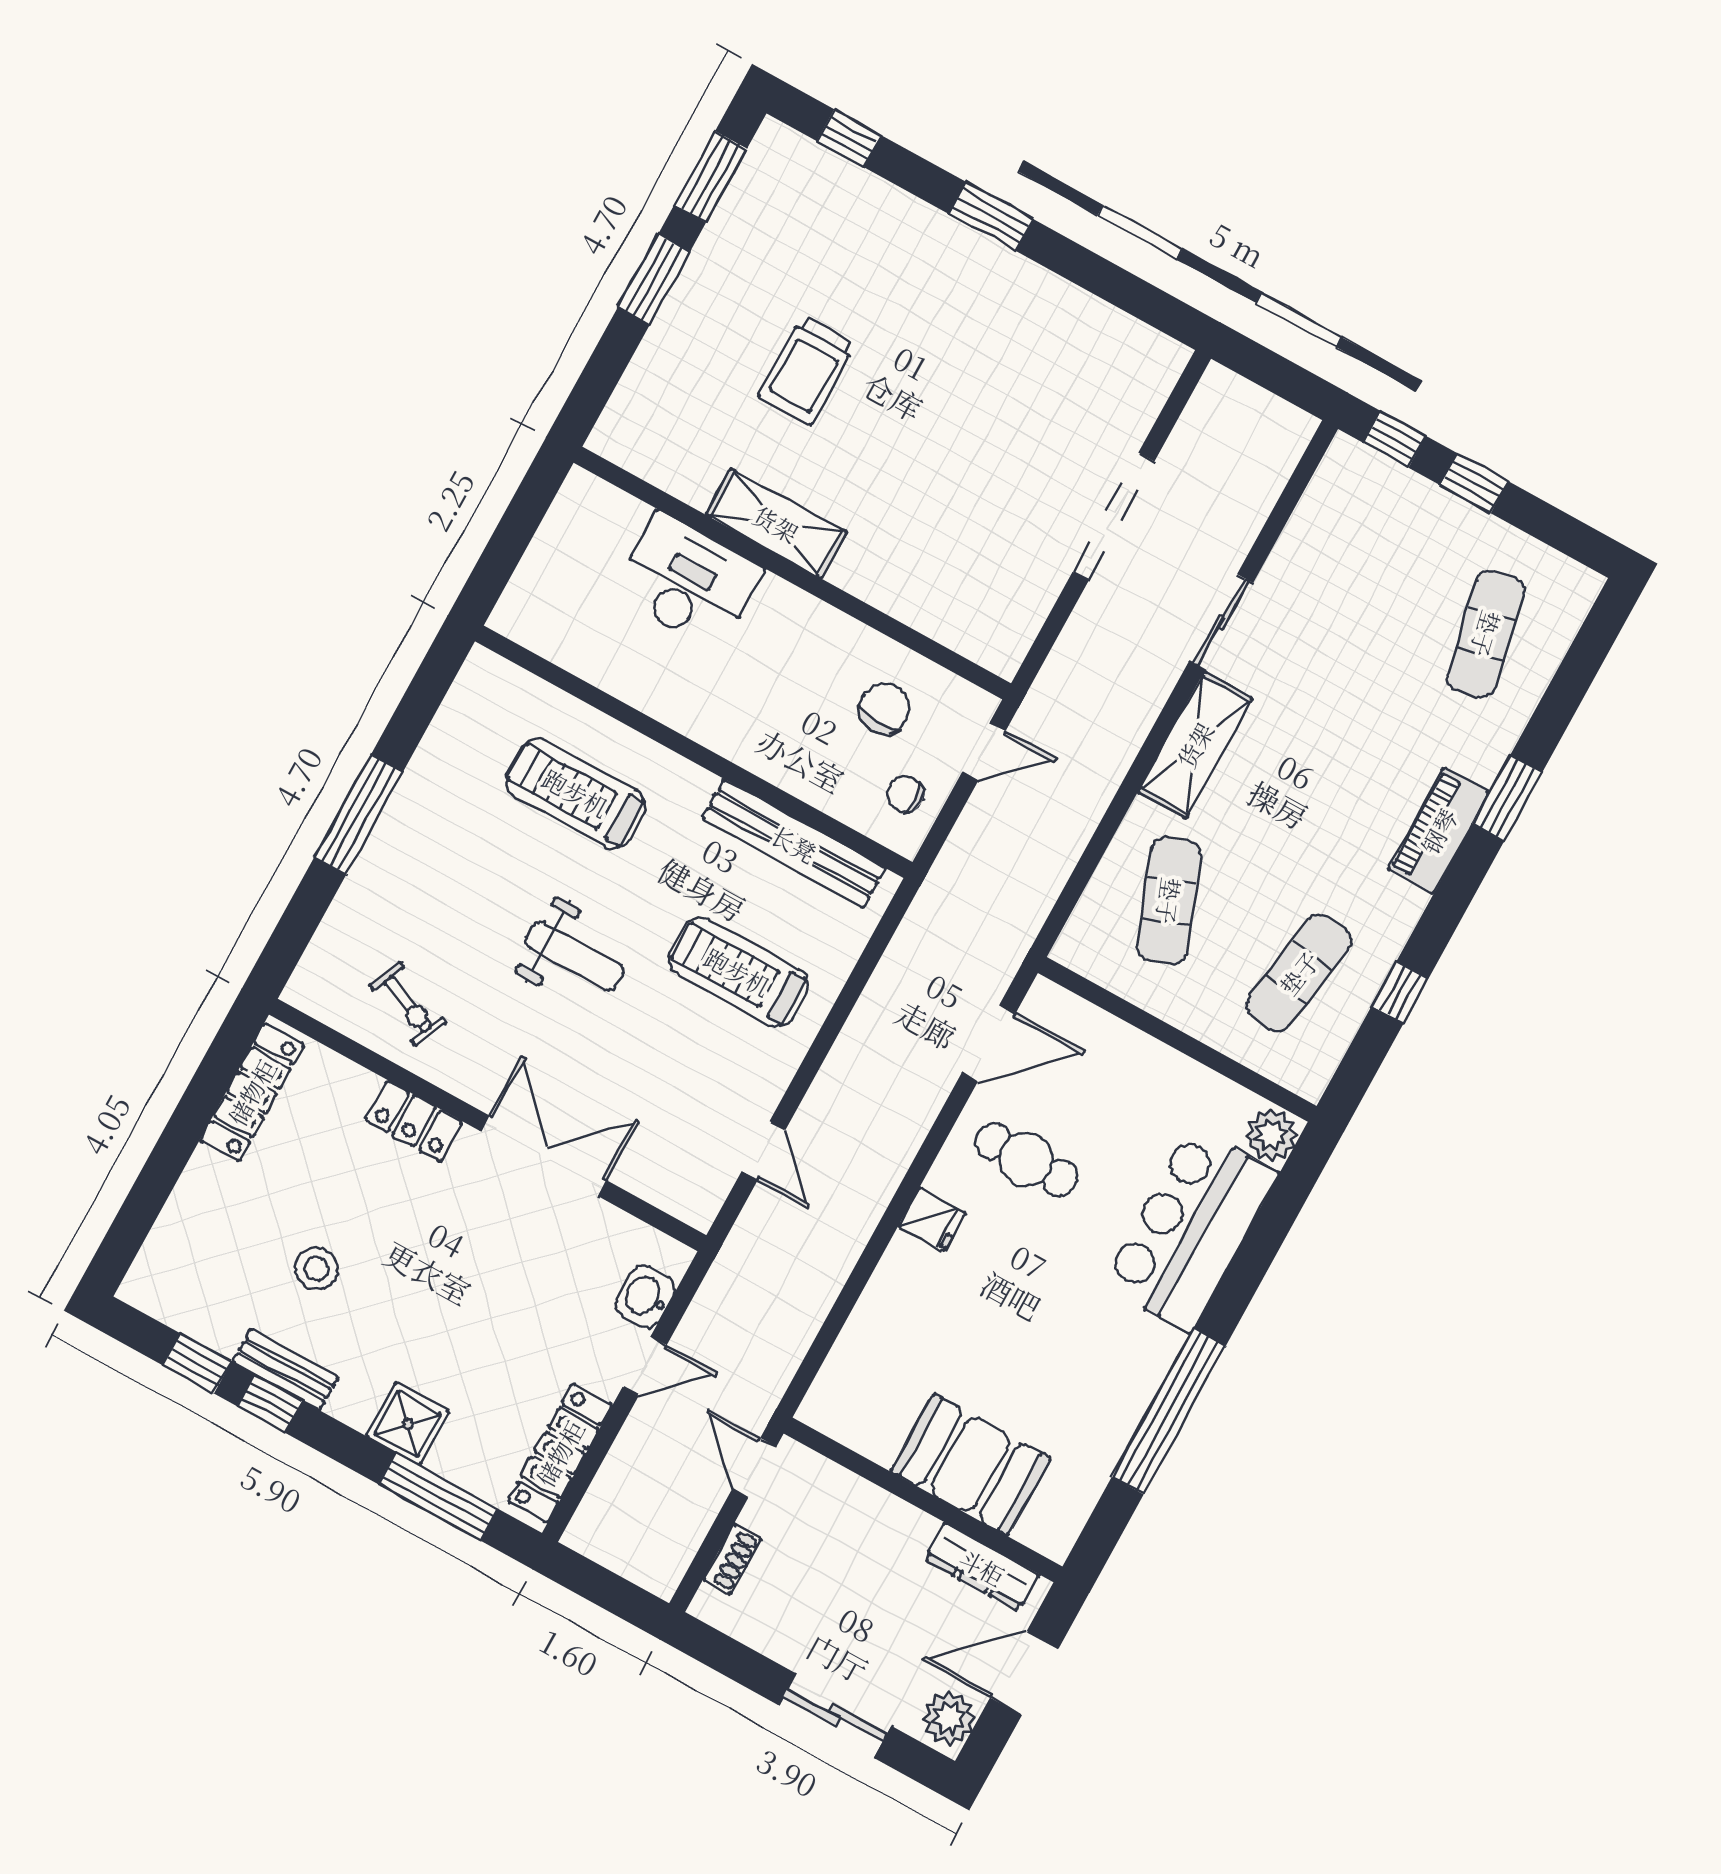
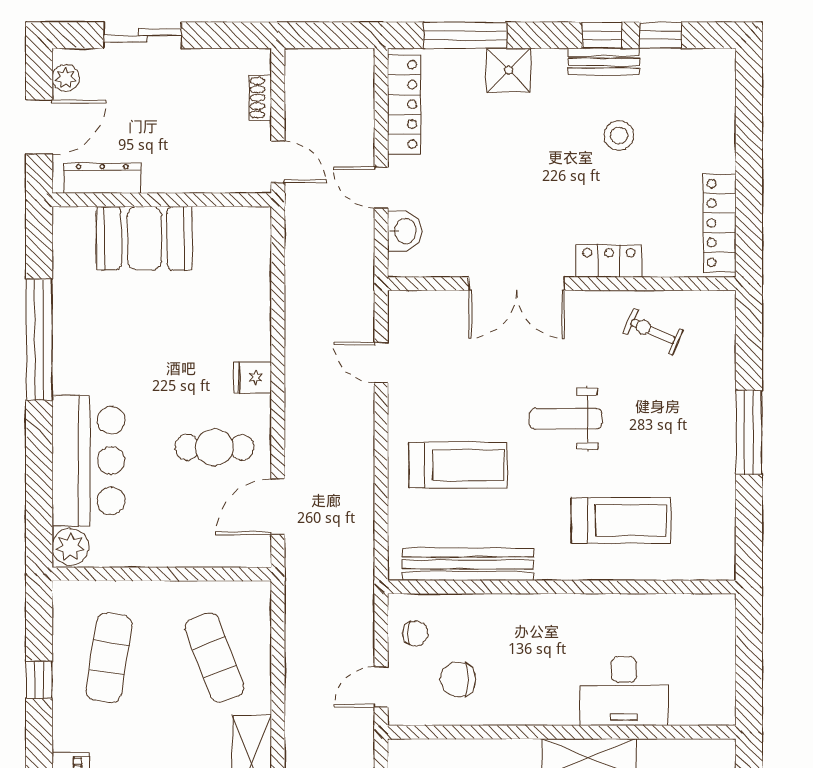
chair: (884, 708) -> (458, 680), turned 90
door: (645, 1366) -> (381, 188), hinge flipped
plant: (949, 1718) -> (66, 78), width x0.73, depth x0.73

